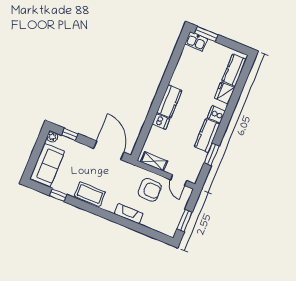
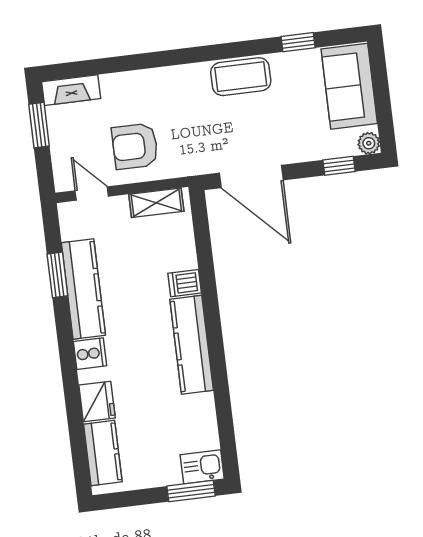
kitchen counter: (169, 101) -> (192, 345), width x1.50
kitchen counter: (207, 135) -> (83, 289), width x1.50
fireplace: (129, 214) -> (71, 90), moved

